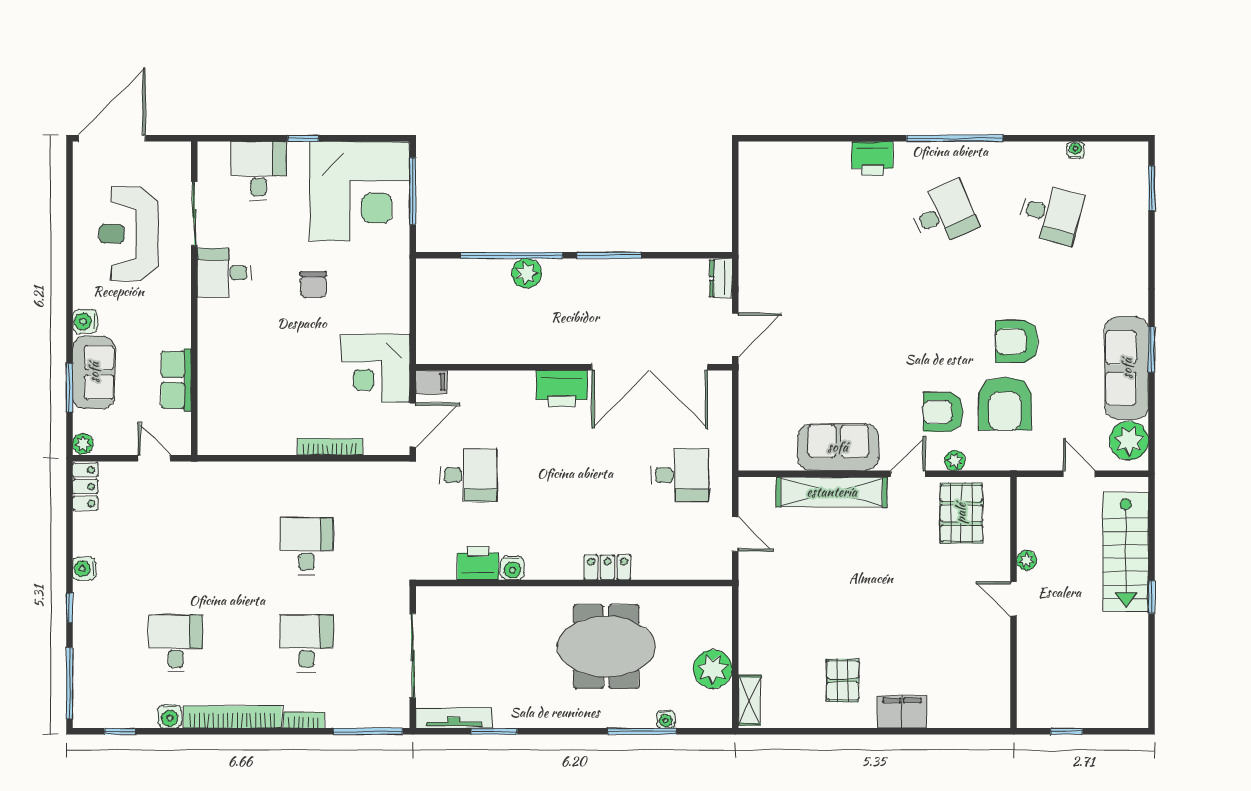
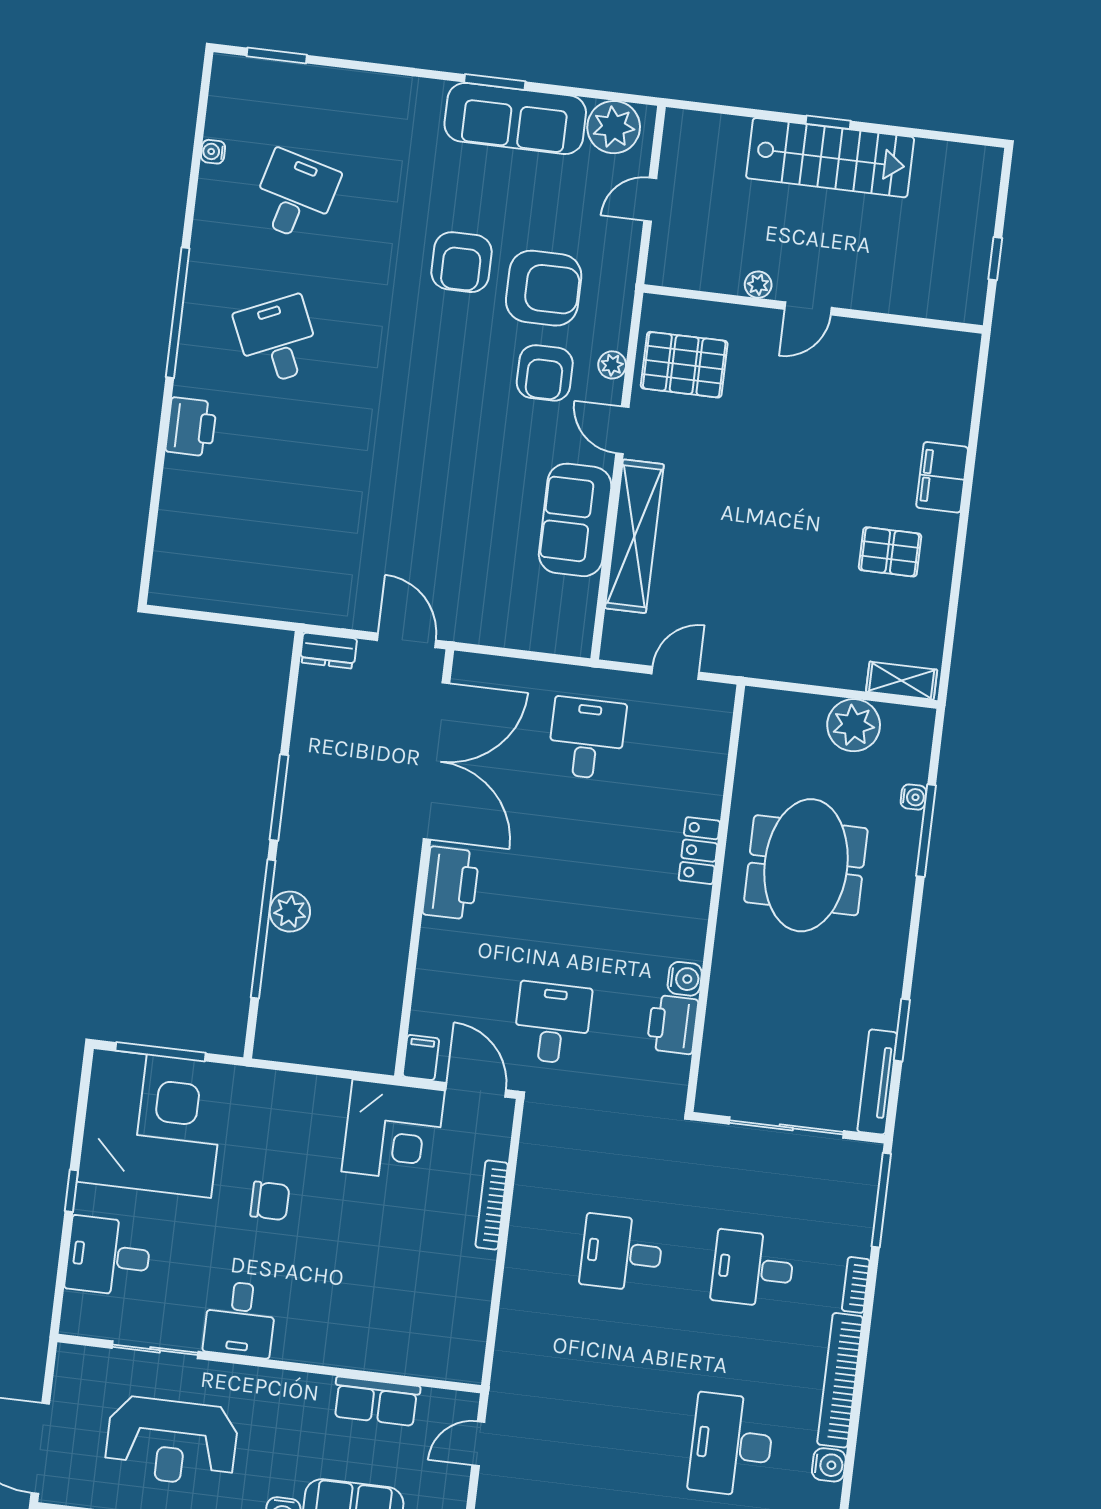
stairs: (1126, 552) -> (830, 158), moved
desk: (176, 643) -> (732, 1445), width x1.37

